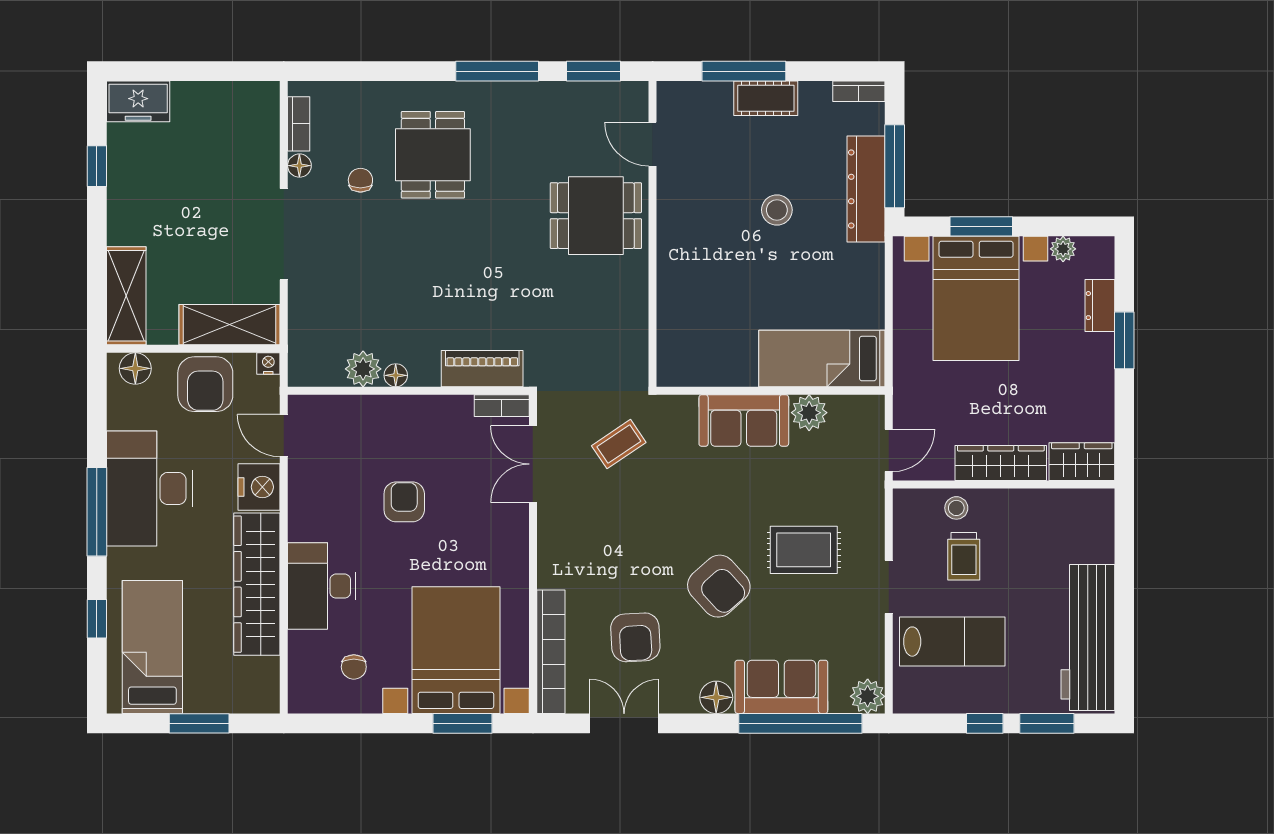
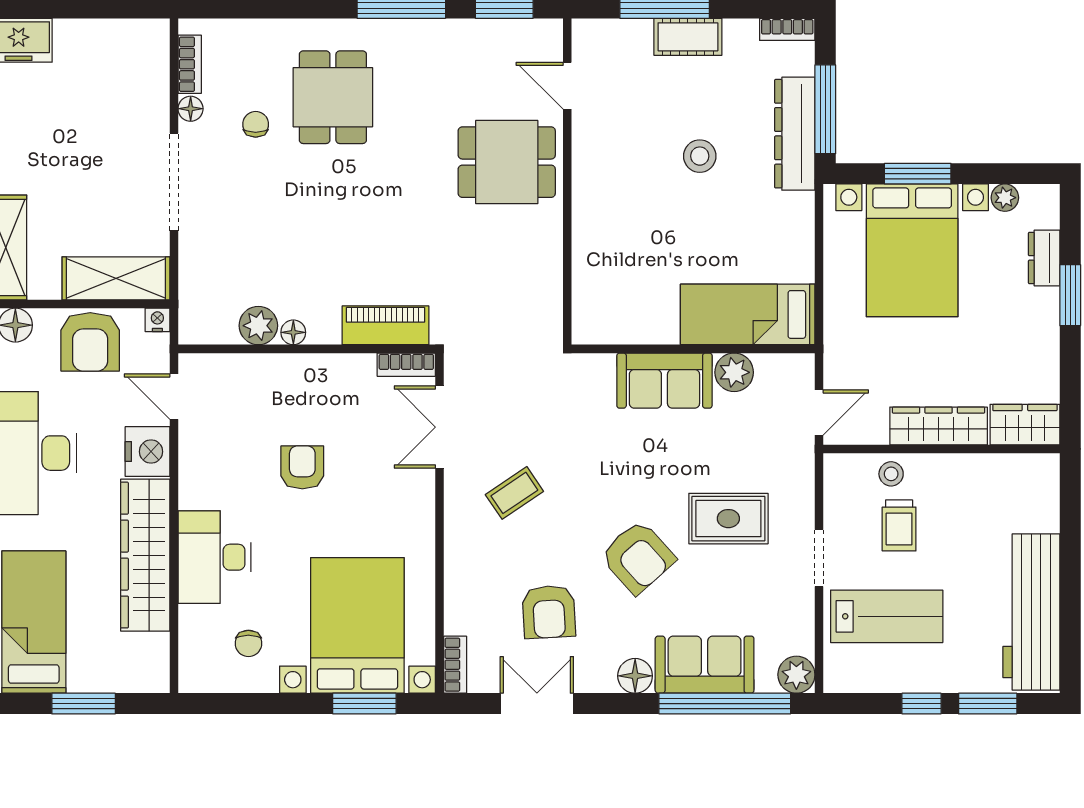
coffee table: (619, 444) -> (514, 493), moved
bookcase: (551, 652) -> (455, 665), width x0.43, depth x0.76

